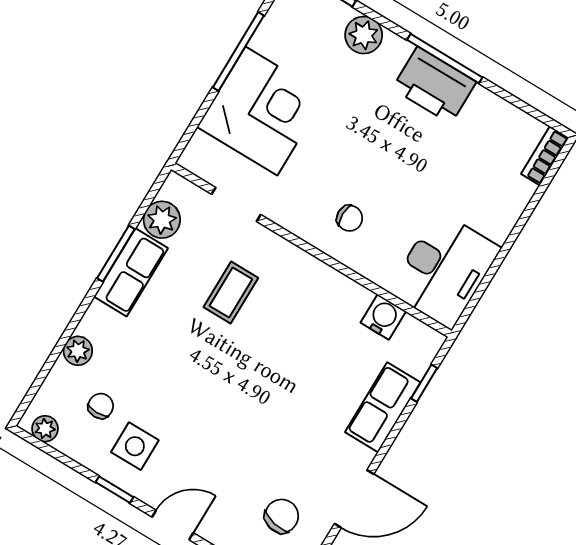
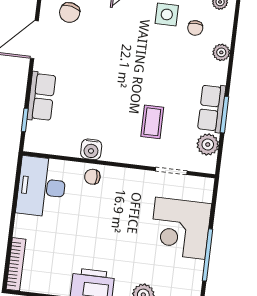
bookcase: (545, 156) -> (16, 264), width x1.56
chair: (350, 218) -> (92, 177), moved
water cooler: (383, 317) -> (91, 149), moved

